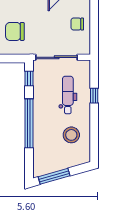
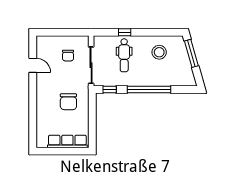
chair: (77, 24) -> (68, 56), moved
dental chair: (68, 95) -> (124, 55), turned -90
window: (54, 176) -> (191, 53), moved

